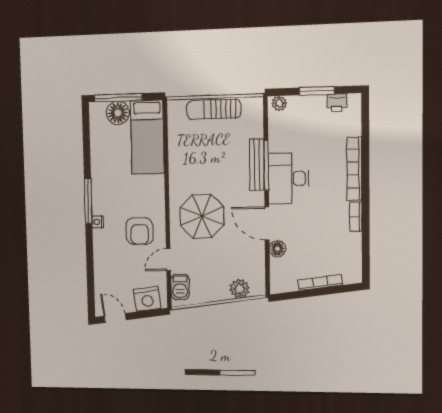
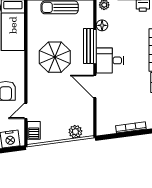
desk: (288, 178) -> (110, 60), width x0.73
parasol: (202, 216) -> (55, 57), moved
floor lamp: (278, 249) -> (102, 25), moved

